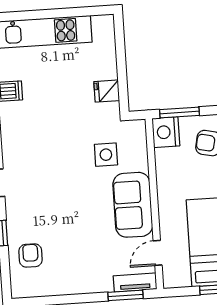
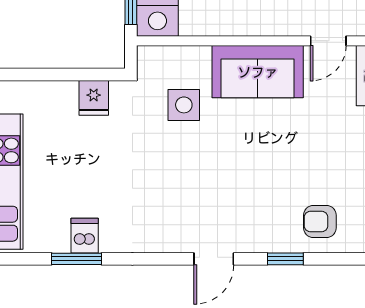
door: (158, 253) -> (328, 41), hinge flipped

